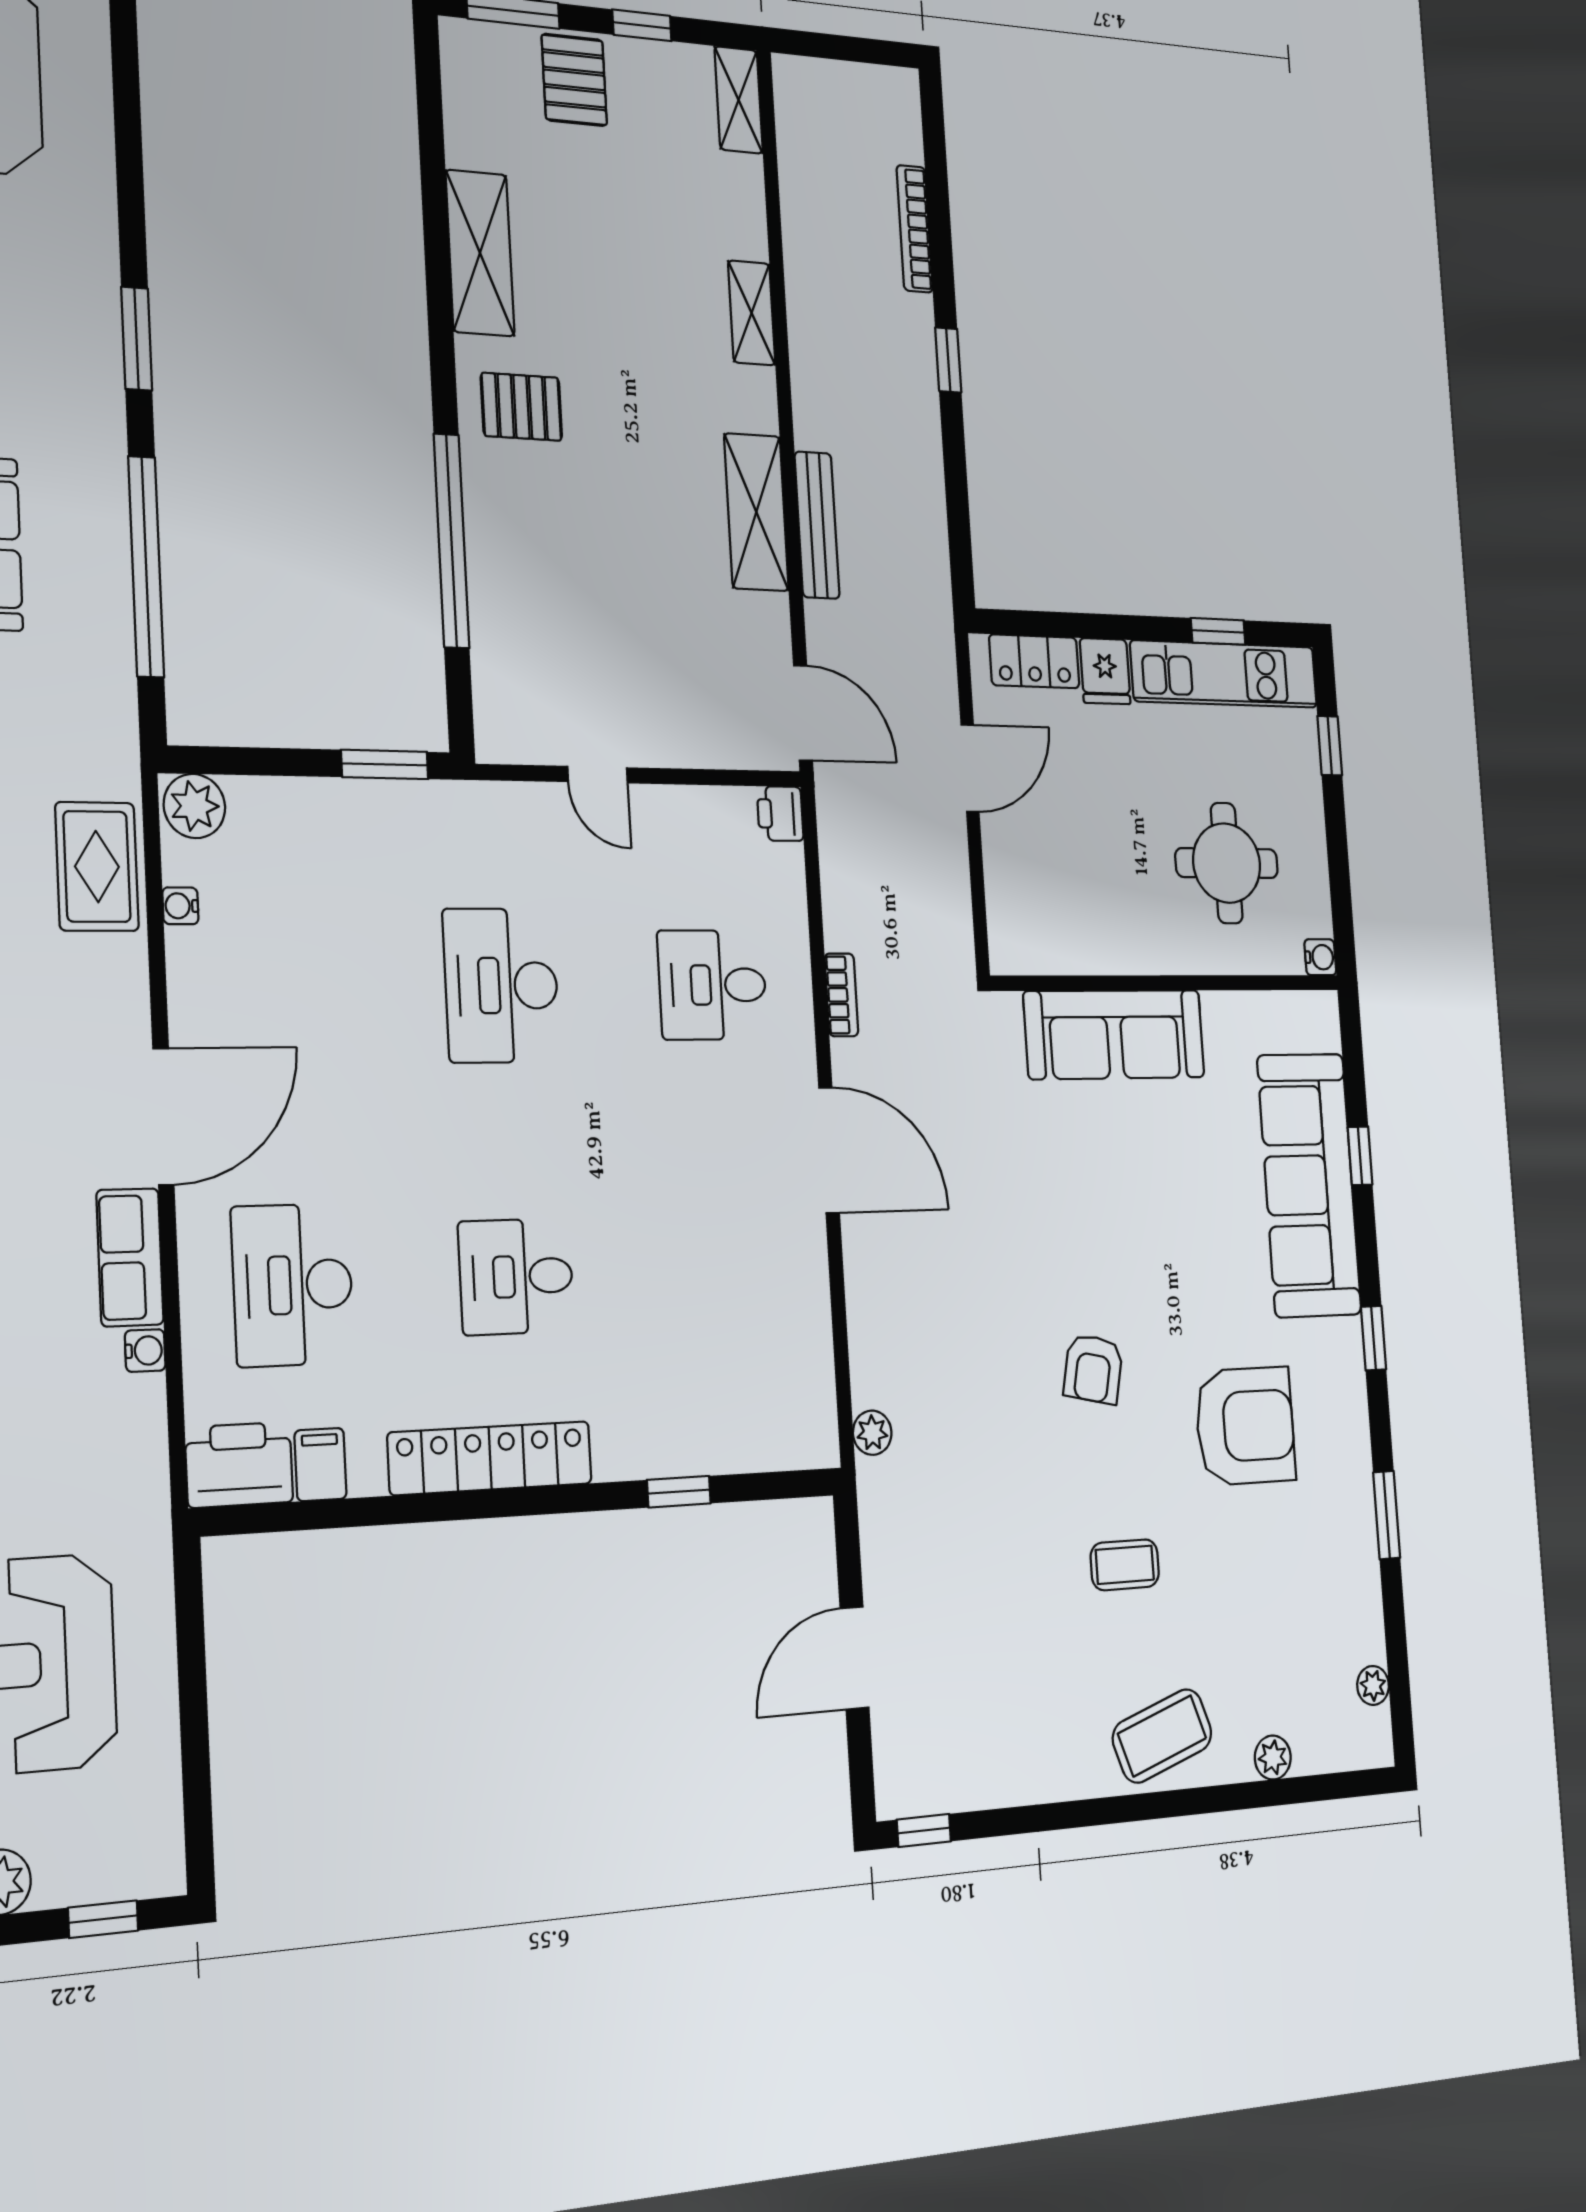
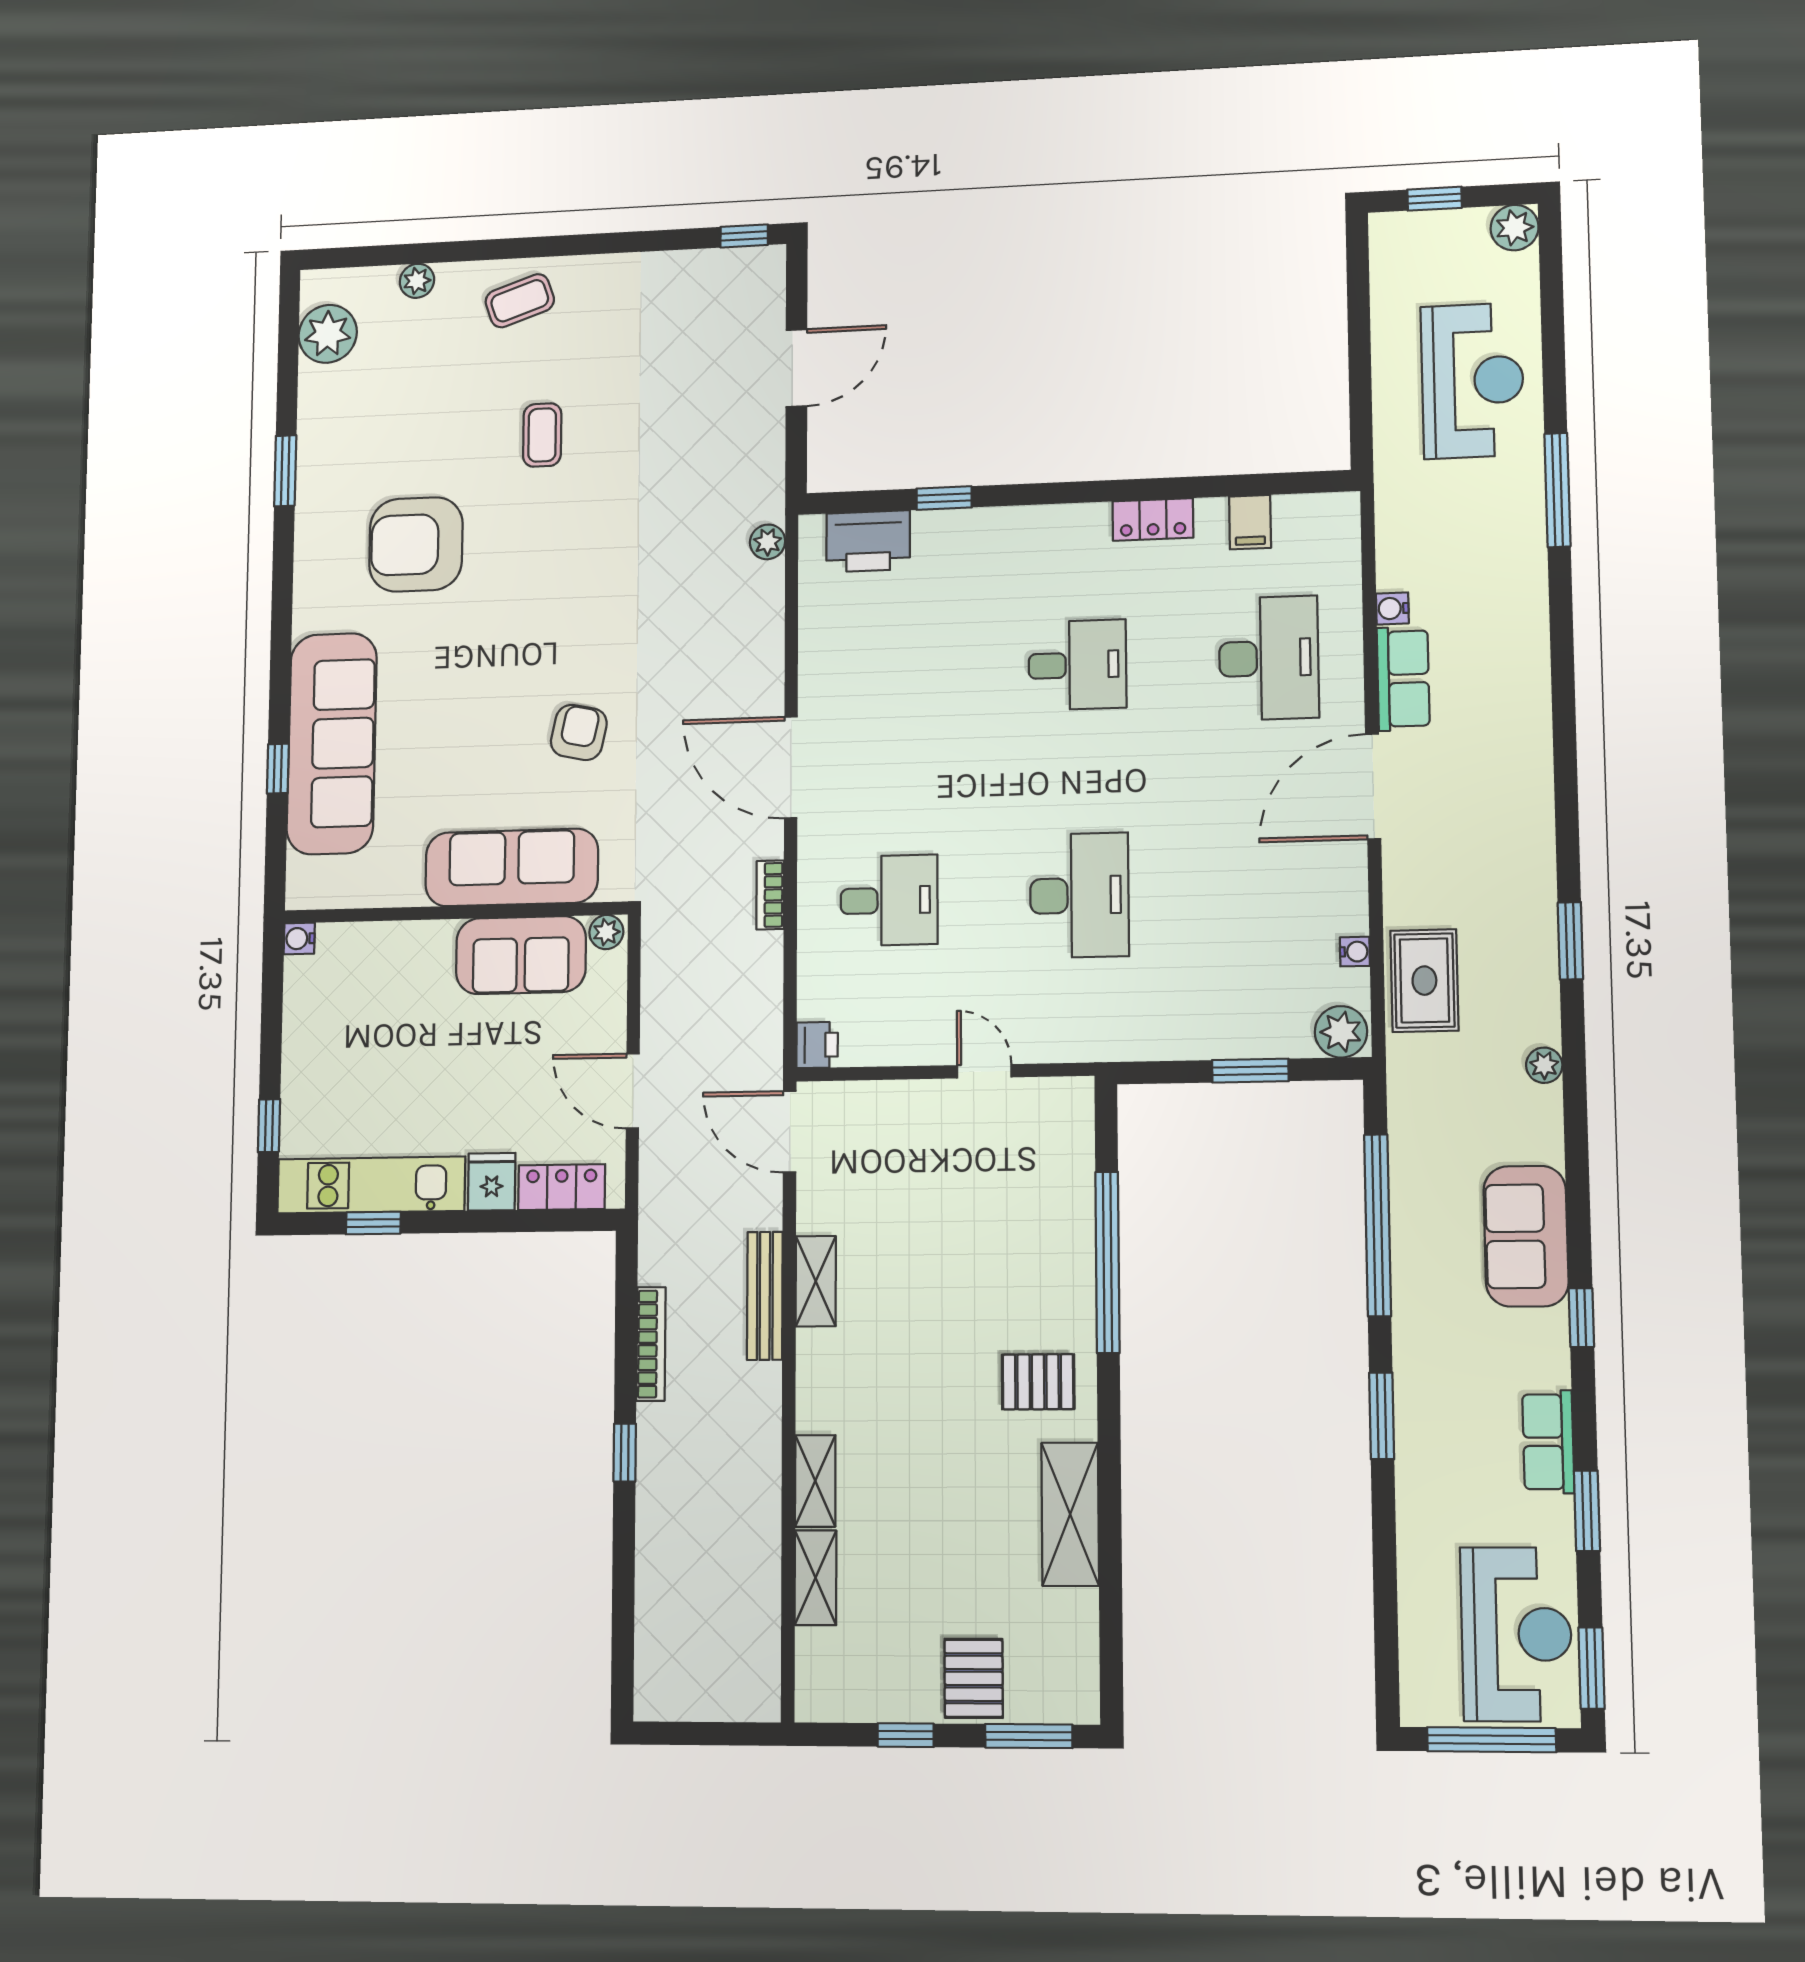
shelving: (739, 100) -> (816, 1578), moved
bookcase: (915, 229) -> (651, 1344), moved
shelving: (756, 512) -> (816, 1281), width x0.67, depth x0.75
window: (385, 764) -> (1250, 1071), moved
door: (970, 768) -> (633, 1091), hinge flipped
round table: (1227, 863) -> (386, 1018), removed
sofa: (1097, 931) -> (521, 955), added
plant: (1011, 955) -> (606, 932), added
window: (1374, 1338) -> (282, 616), removed
armchair: (1093, 1369) -> (579, 732), moved
locker: (490, 1458) -> (1153, 519), width x0.46, depth x0.83
printer: (239, 1465) -> (868, 541), moved
coffee table: (1125, 1565) -> (542, 435), turned 90
plant: (1373, 1685) -> (328, 334), width x1.88, depth x1.88
coffee table: (1162, 1736) -> (520, 301), width x0.73, depth x0.77

